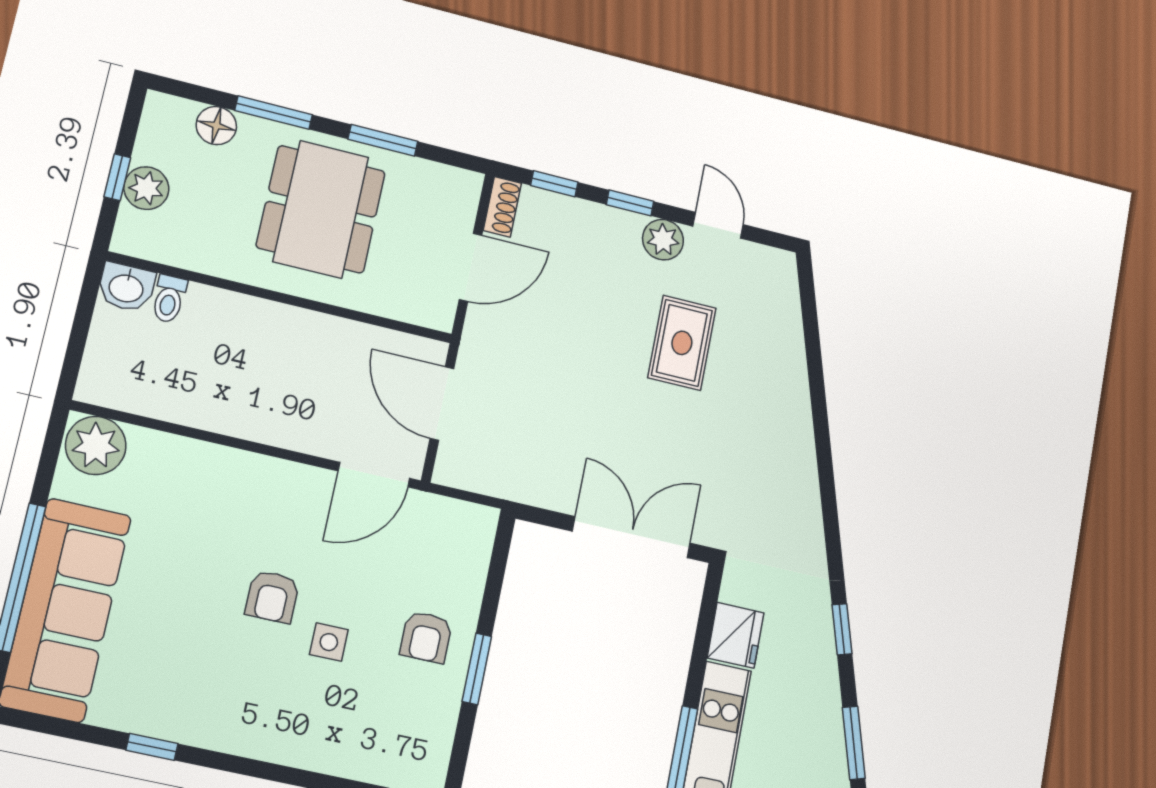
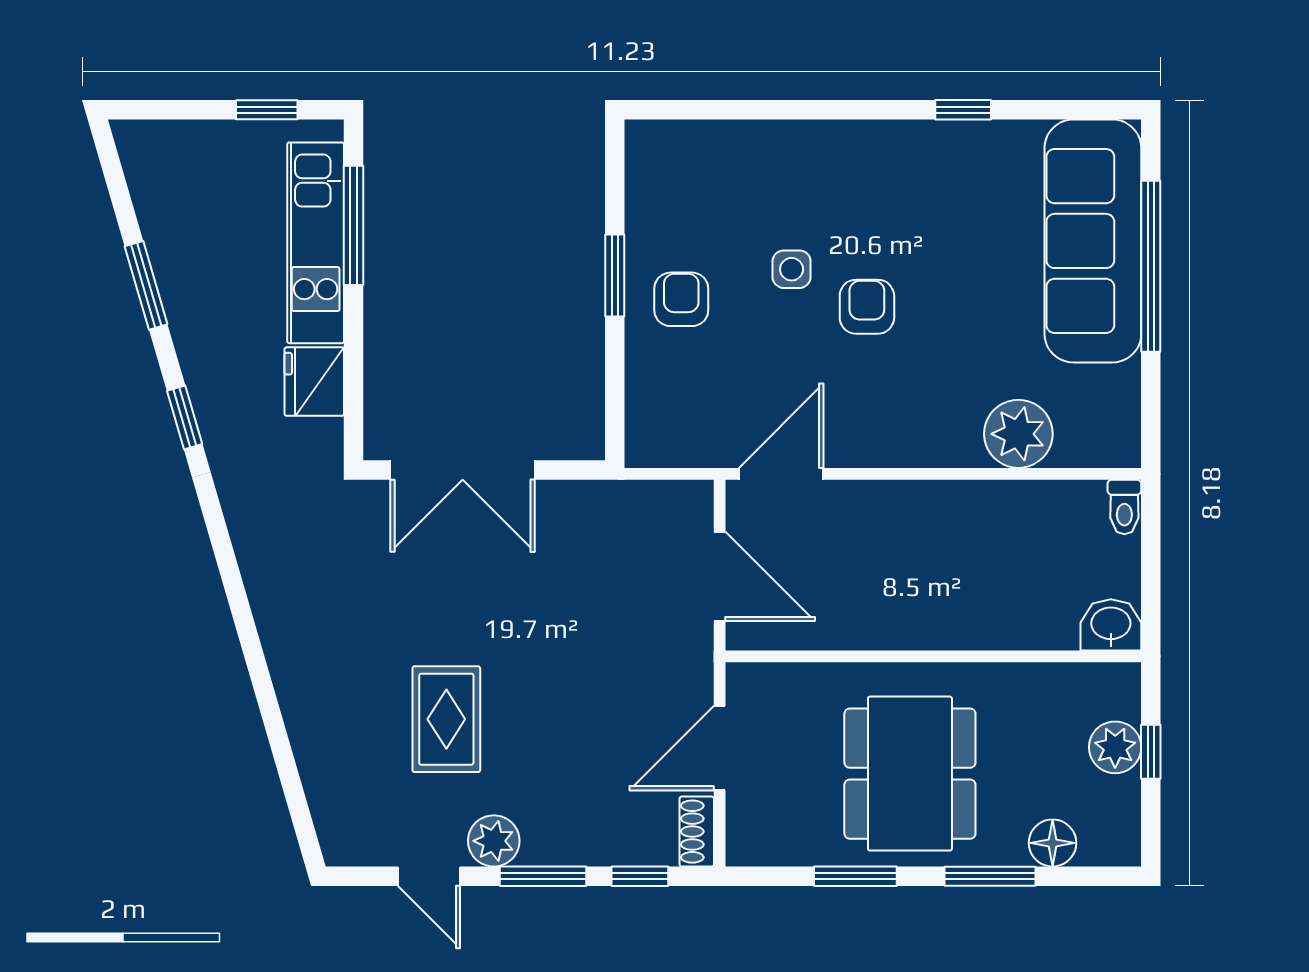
window: (630, 203) -> (543, 876), width x1.50
toilet: (169, 299) -> (1124, 507), moved, turned 180
plant: (96, 446) -> (1018, 434), moved

